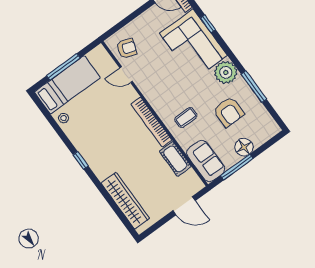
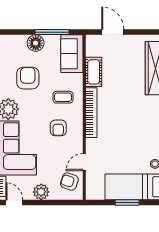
plant: (145, 21) -> (41, 192), added
window: (63, 67) -> (127, 202), width x0.69
door: (126, 75) -> (84, 162), swing flipped
armchair: (170, 88) -> (58, 128), added

